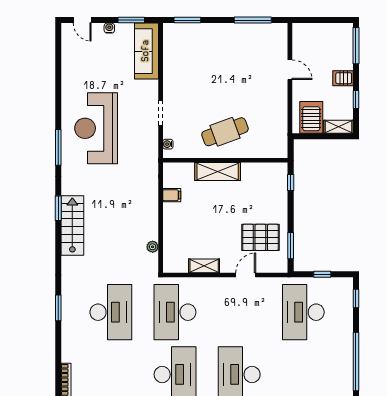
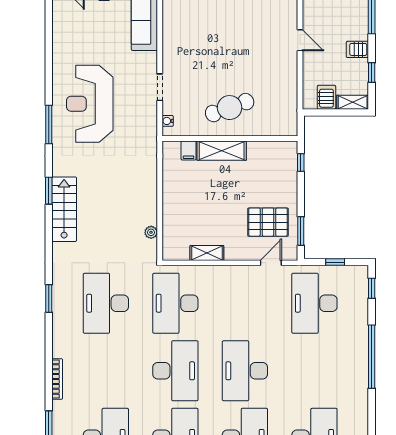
server rack: (311, 117) -> (326, 97), width x0.73, depth x0.70
filing cabinet: (172, 195) -> (189, 150), moved, turned 90
door: (246, 275) -> (271, 263), moved
desk: (111, 312) -> (106, 303), turned 180

